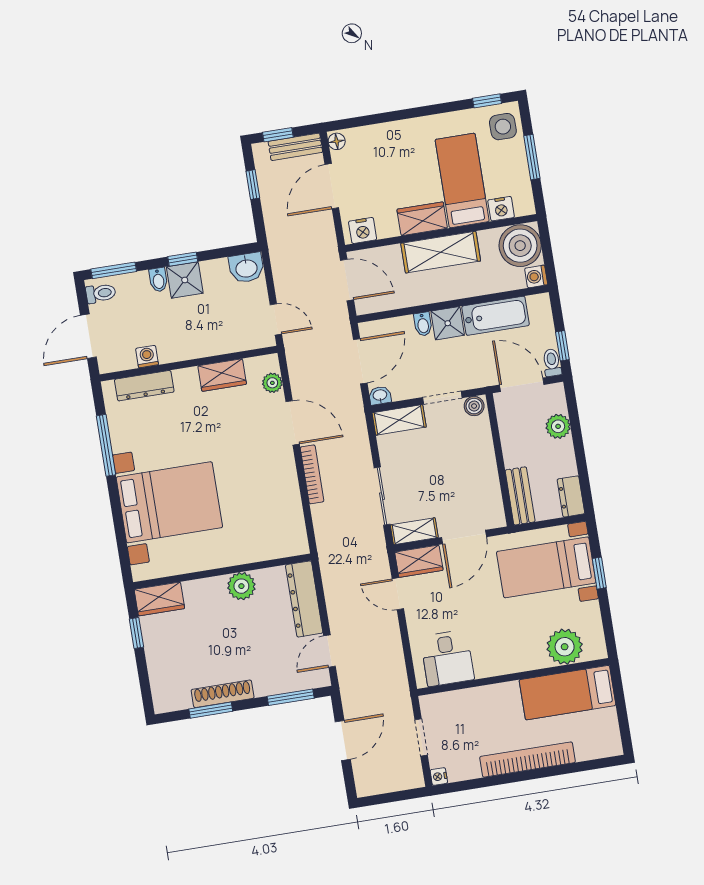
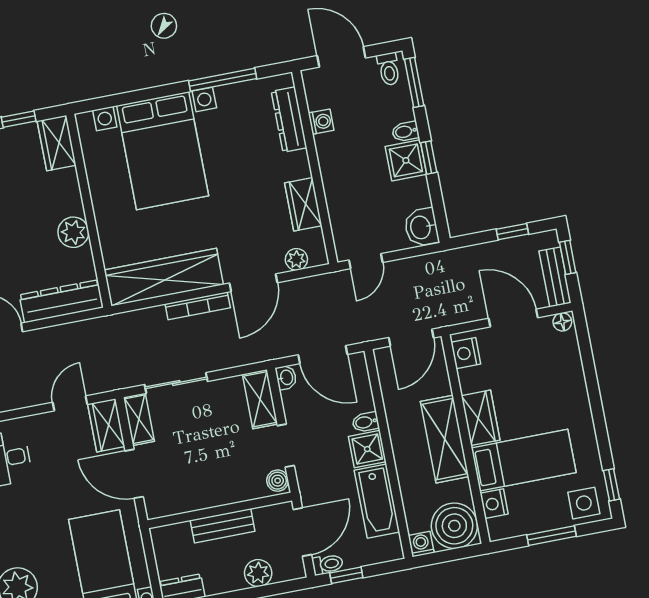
bench: (520, 496) -> (223, 526), moved
wardrobe: (285, 505) -> (164, 277), added

